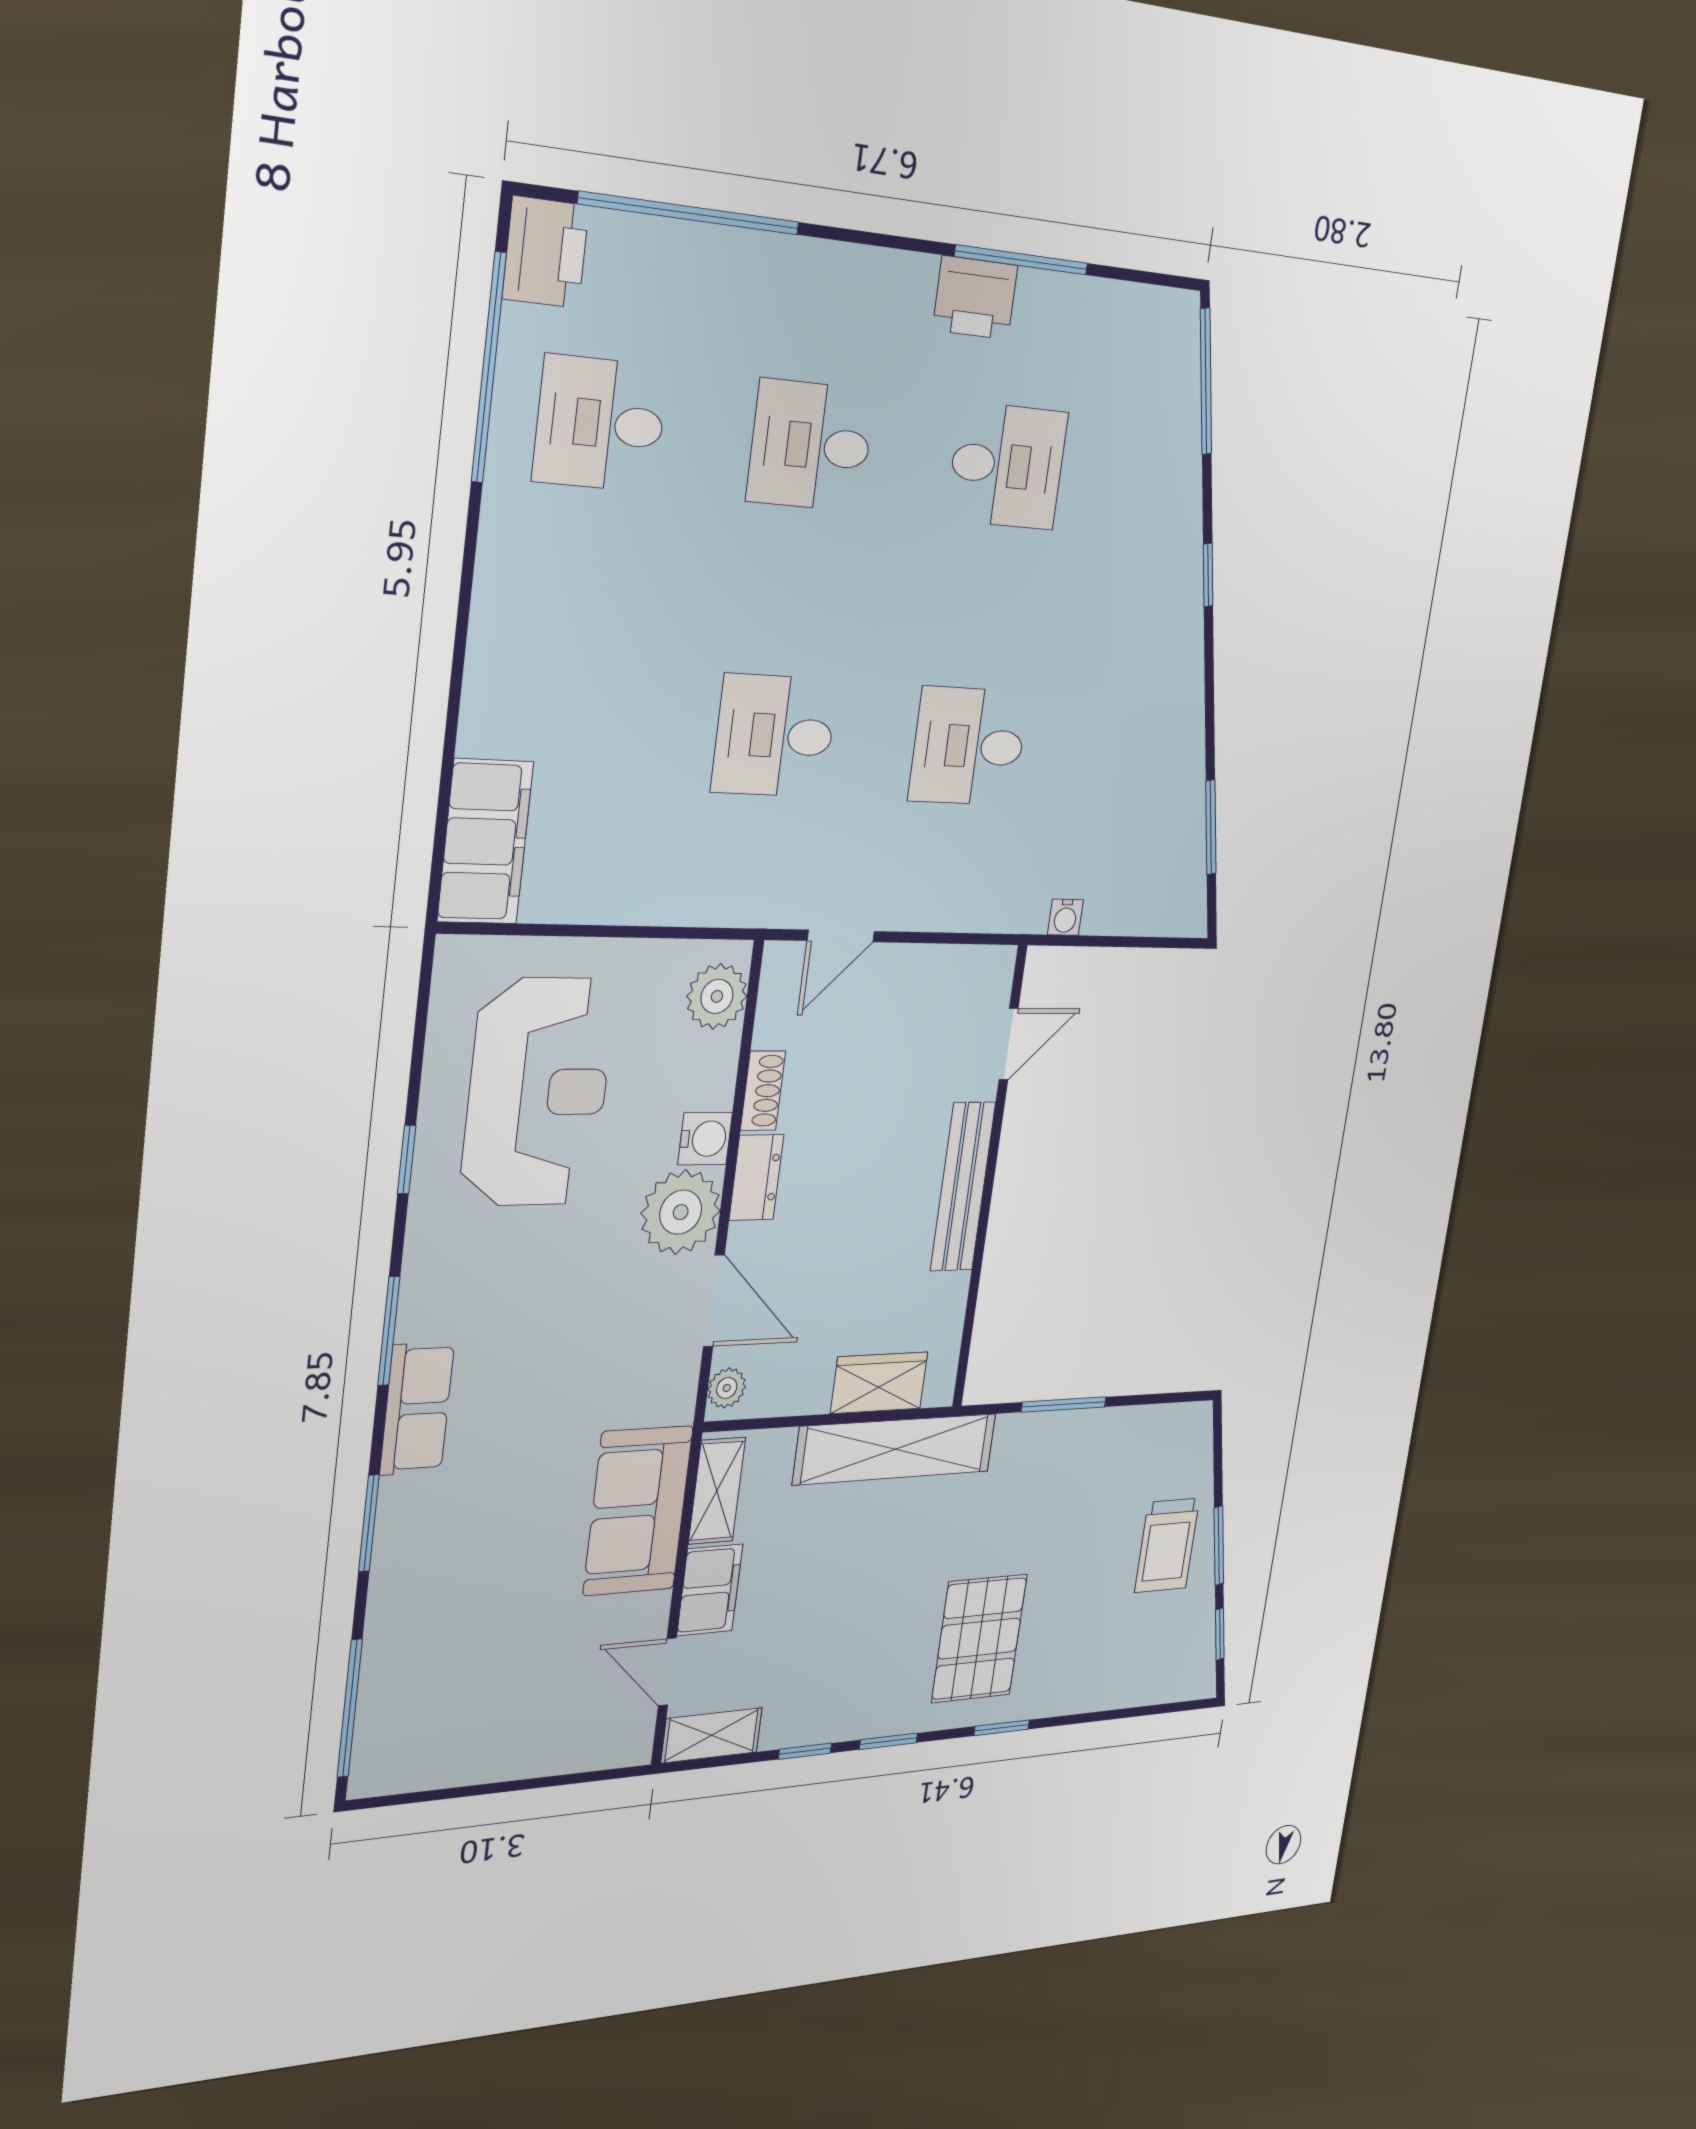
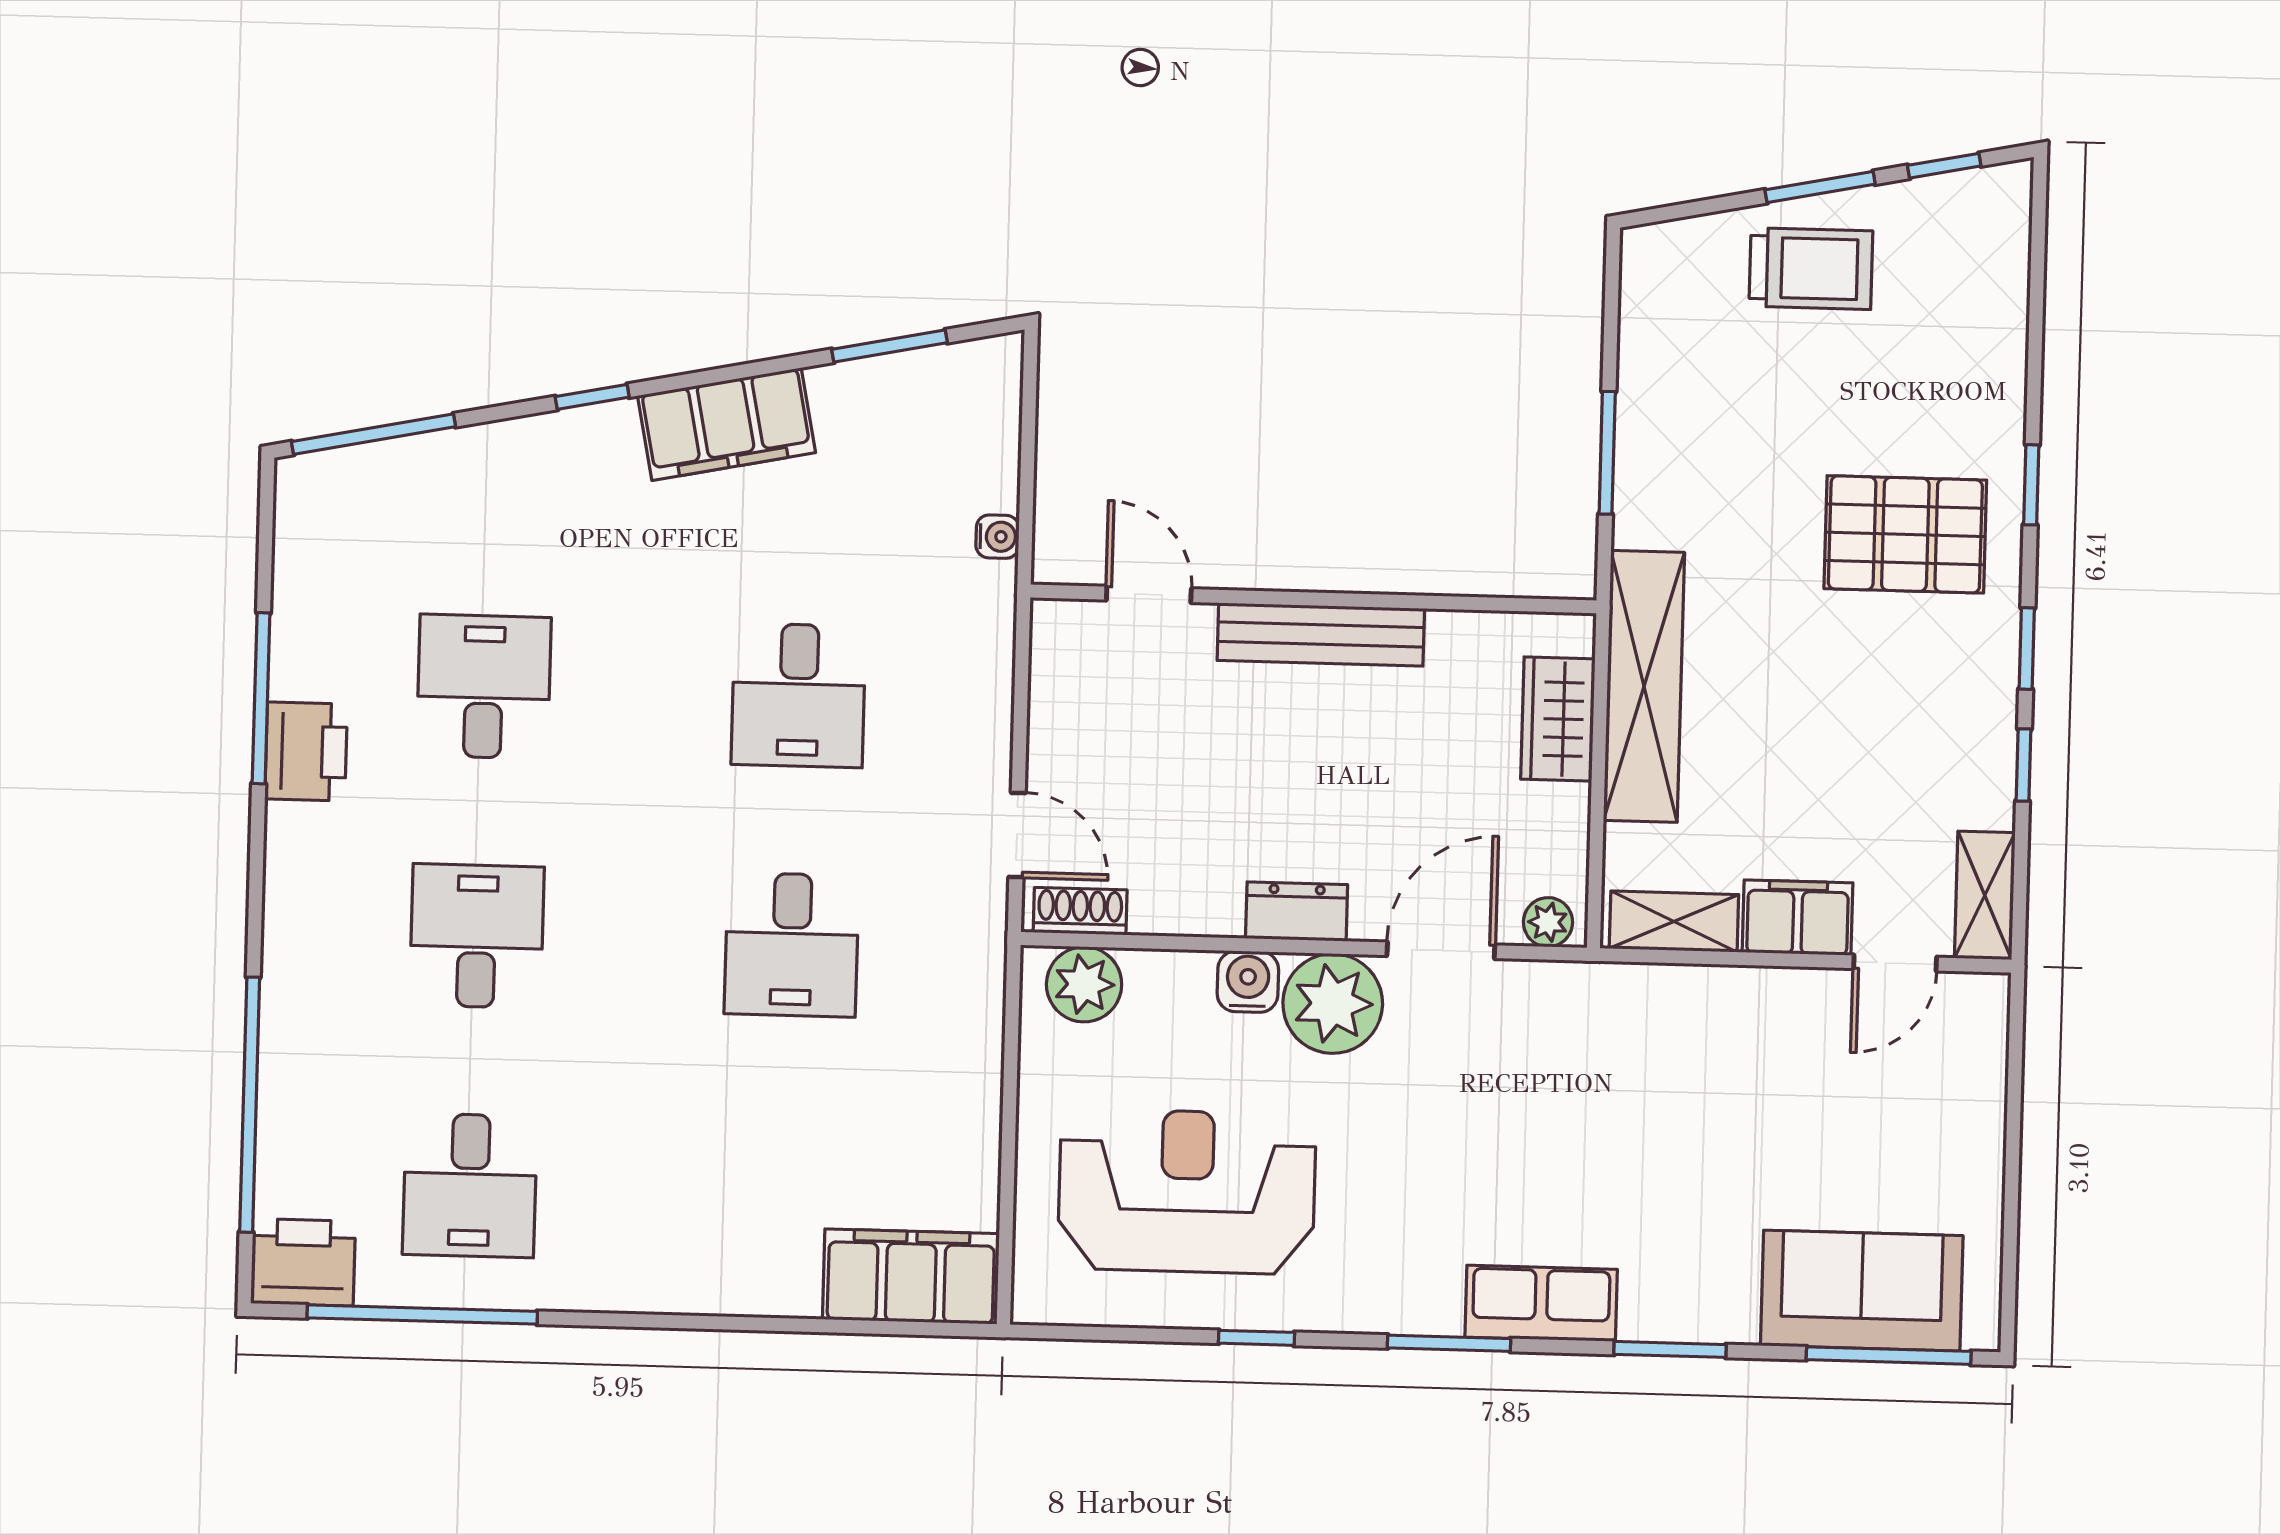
desk: (811, 446) -> (477, 936), turned 180
filing cabinet: (1174, 689) -> (727, 424), added
shoe rack: (763, 1091) -> (1080, 911), moved
sofa: (638, 1511) -> (1862, 1291), moved, turned 180

